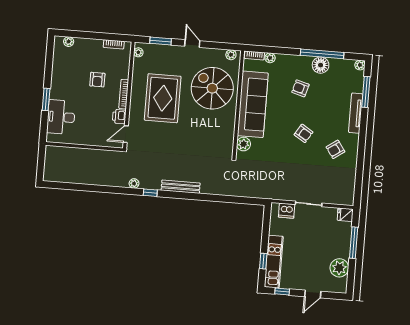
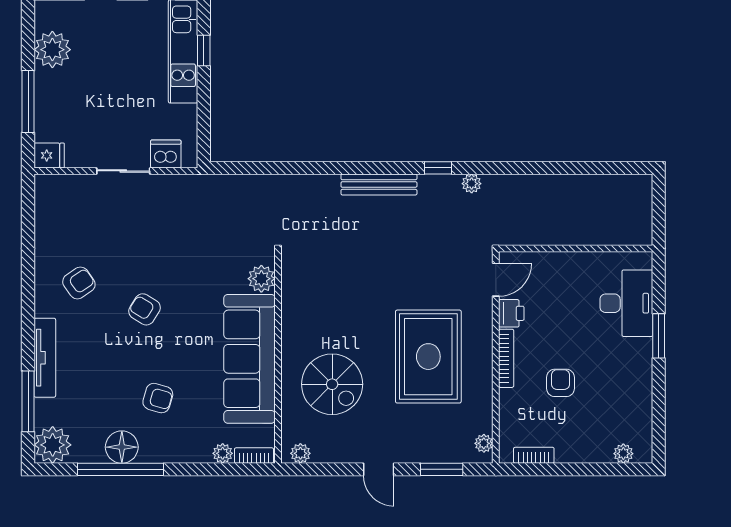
plant: (360, 65) -> (53, 445), width x1.88, depth x1.88
spiral stairs: (212, 88) -> (332, 384), width x0.73, depth x0.73

